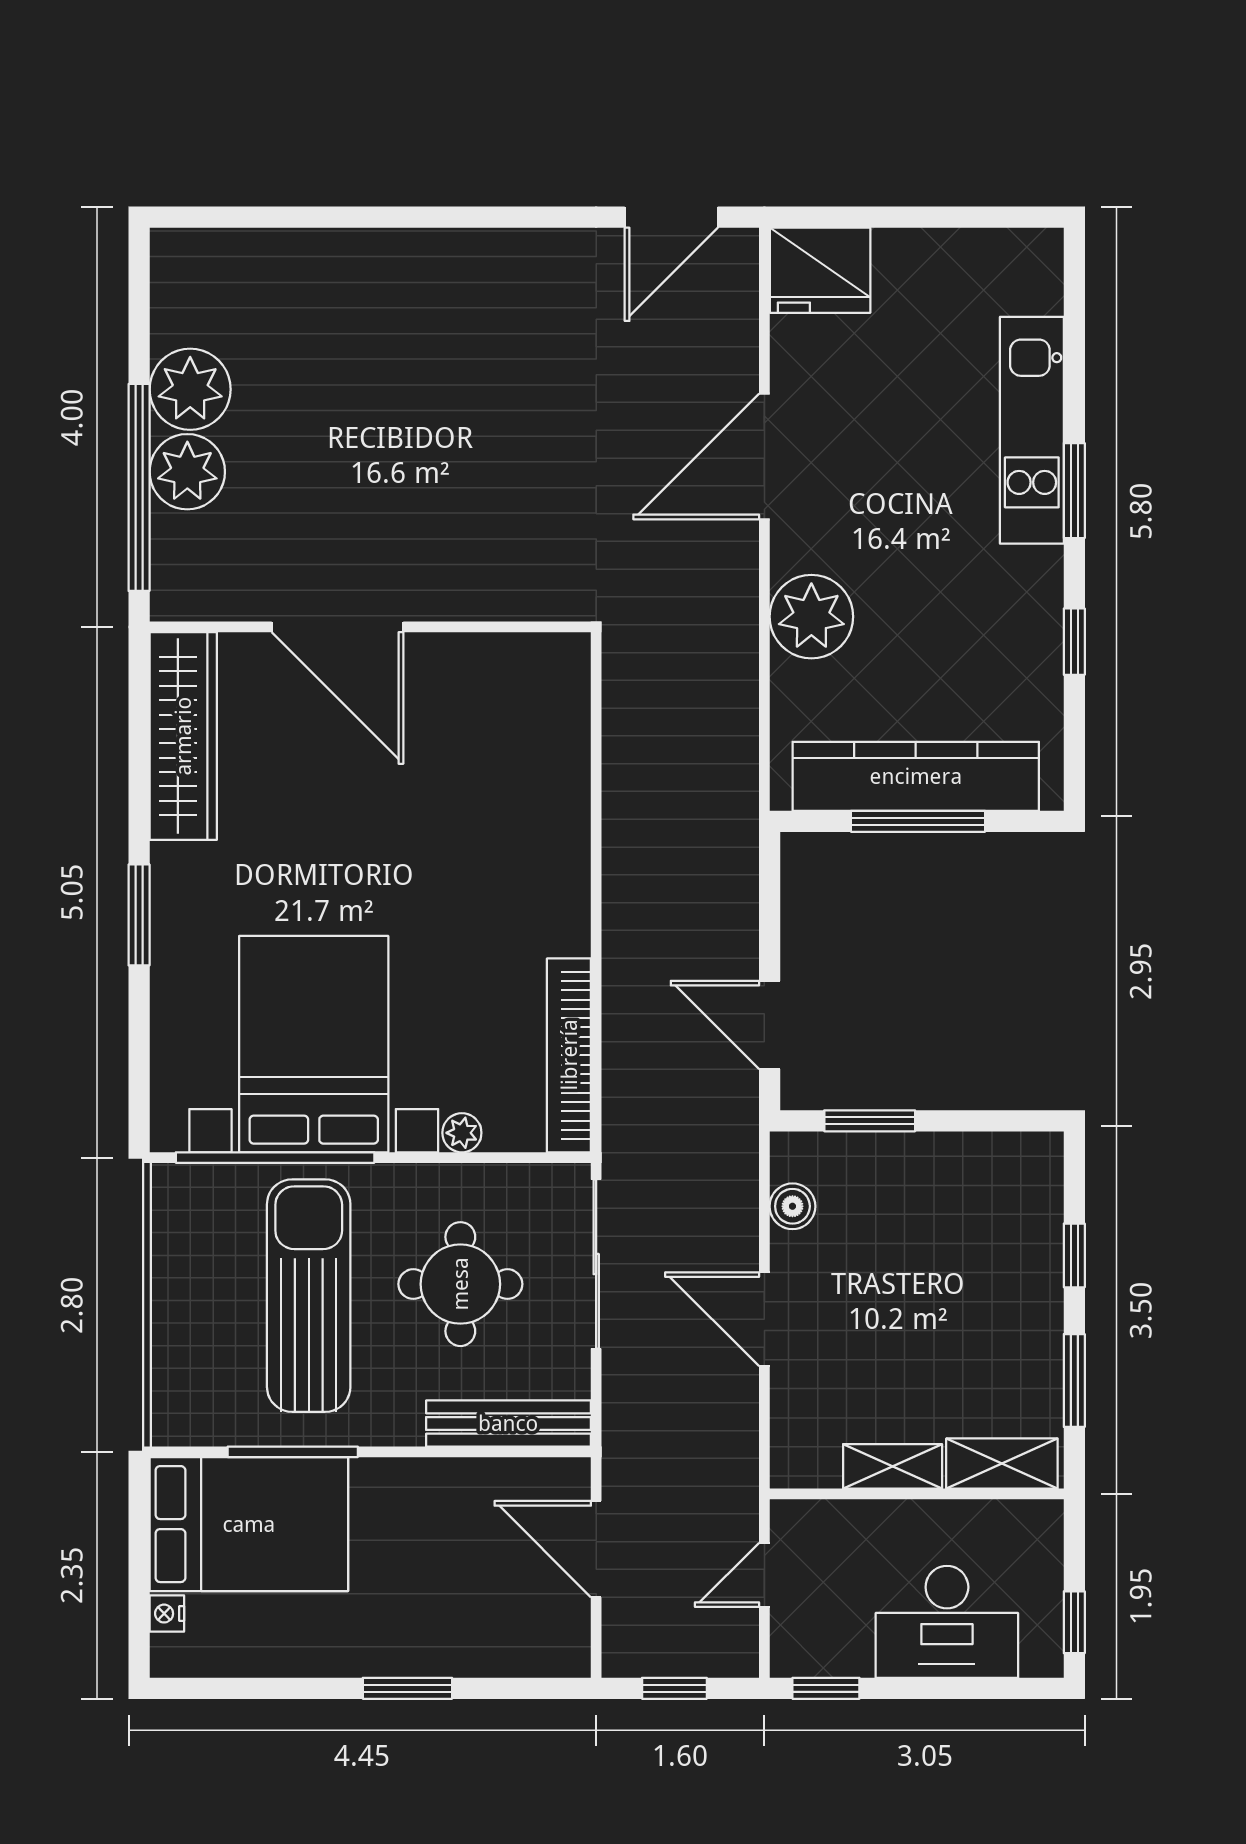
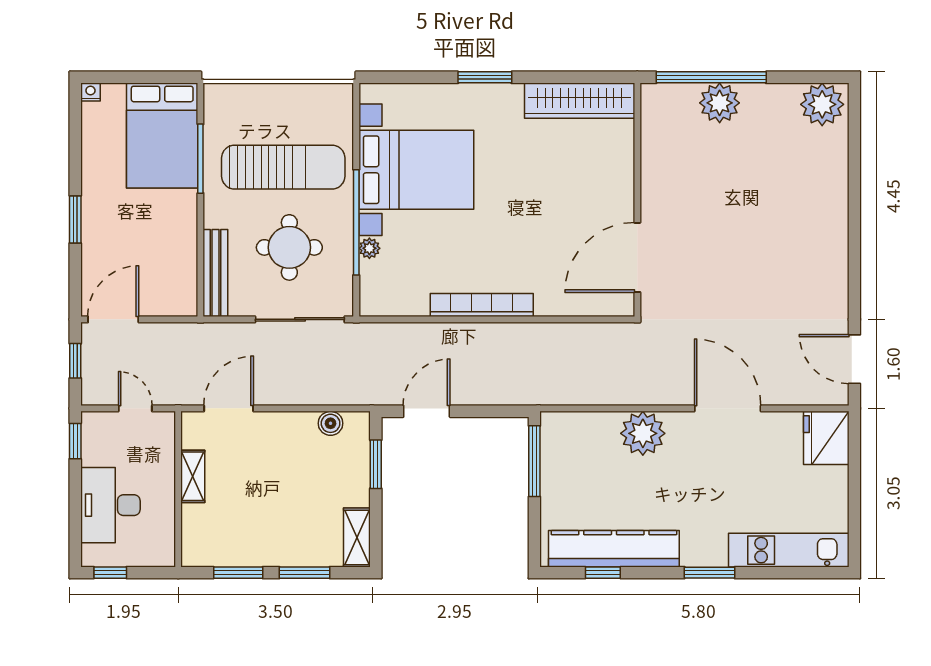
plant: (190, 389) -> (822, 104), moved
kitchen unit: (1032, 430) -> (789, 550), moved
door: (337, 627) -> (637, 257), moved
window: (1074, 642) -> (603, 573), moved
kitchen counter: (916, 776) -> (614, 549), moved, turned -90
window: (918, 821) -> (534, 461), moved
bookcase: (569, 1055) -> (482, 305), moved
window: (275, 1158) -> (356, 222), moved
window: (1074, 1255) -> (304, 573), width x1.50
door: (764, 1319) -> (229, 408), moved
shelving: (1002, 1464) -> (357, 538), moved
door: (596, 1549) -> (113, 319), moved
nightstand: (167, 1614) -> (90, 92), moved

